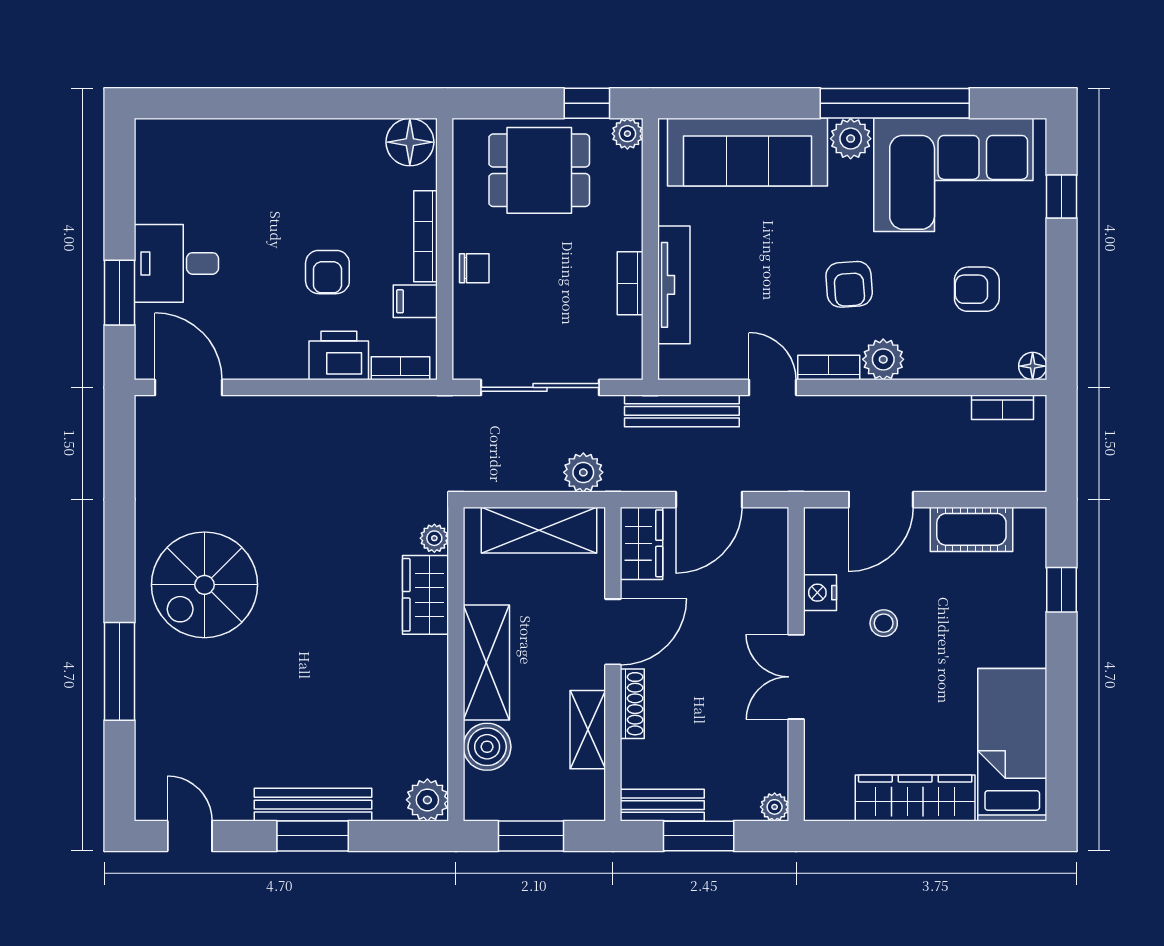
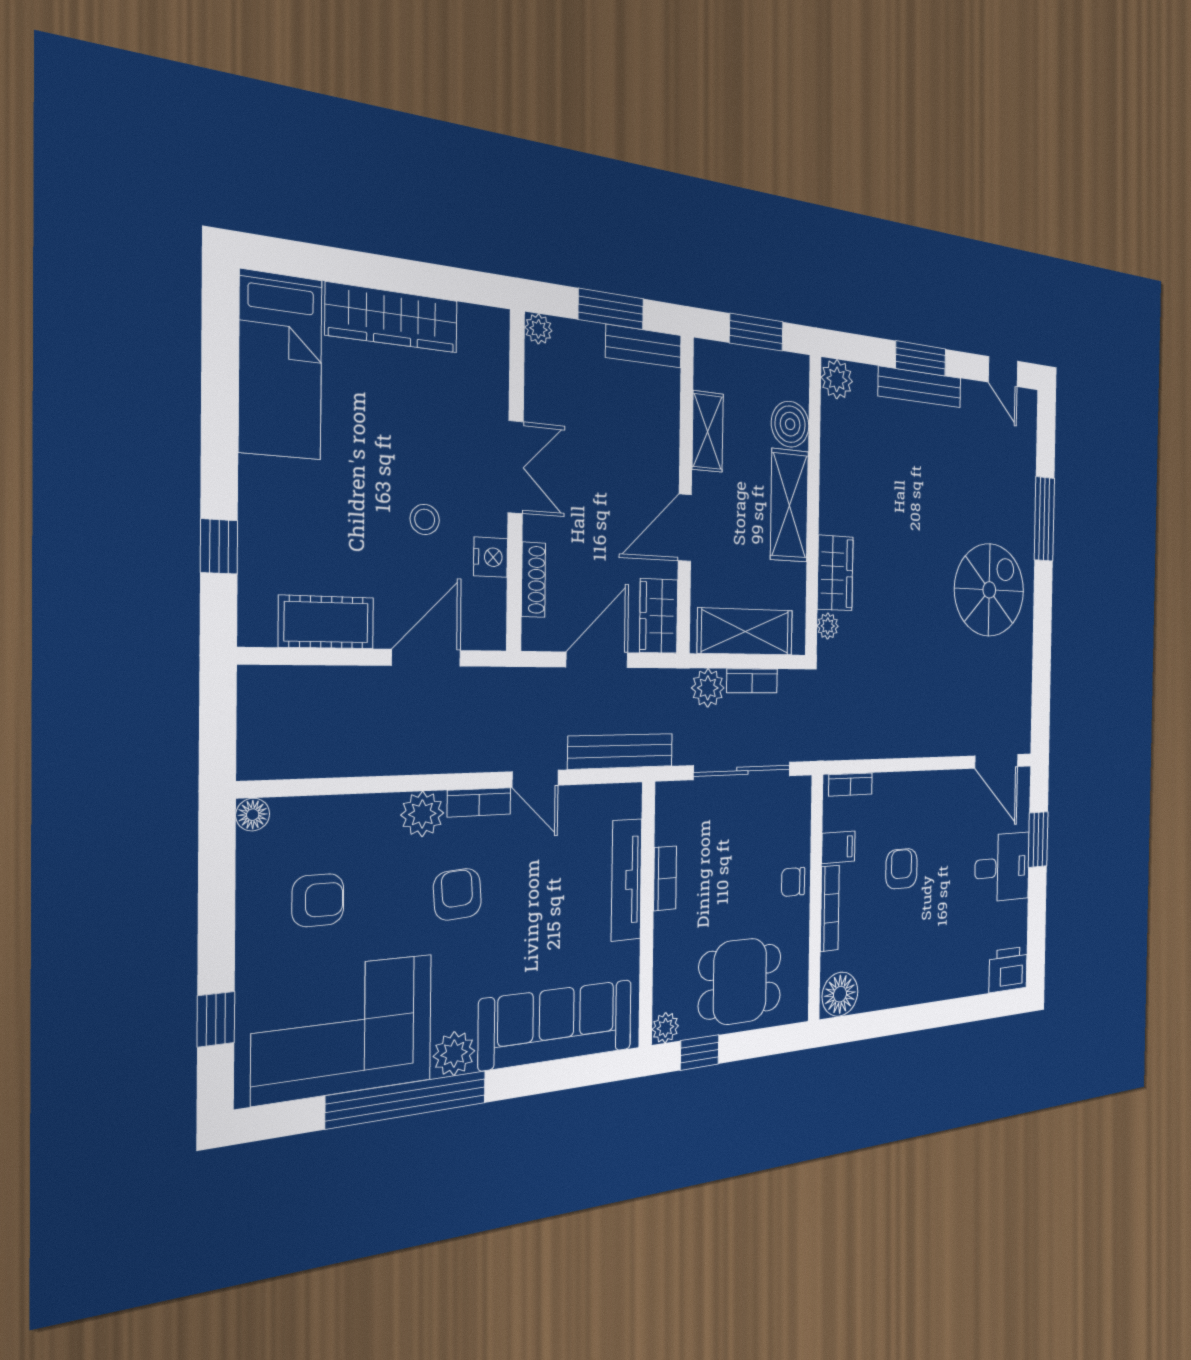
printer: (339, 355) -> (1008, 969), moved, turned 180
bookcase: (1002, 407) -> (752, 681), moved, turned 180
shoe rack: (632, 704) -> (533, 580), moved, turned 180

